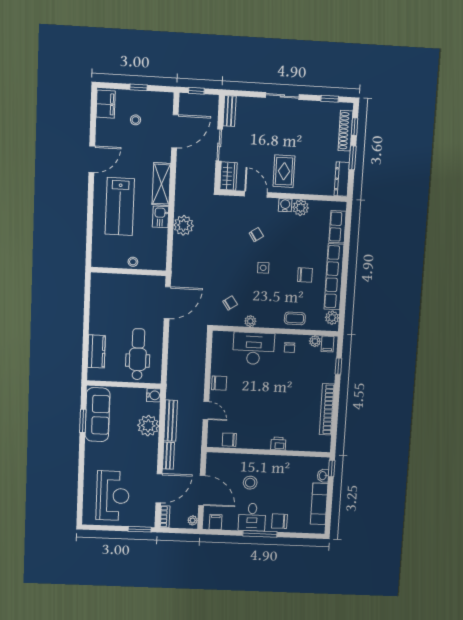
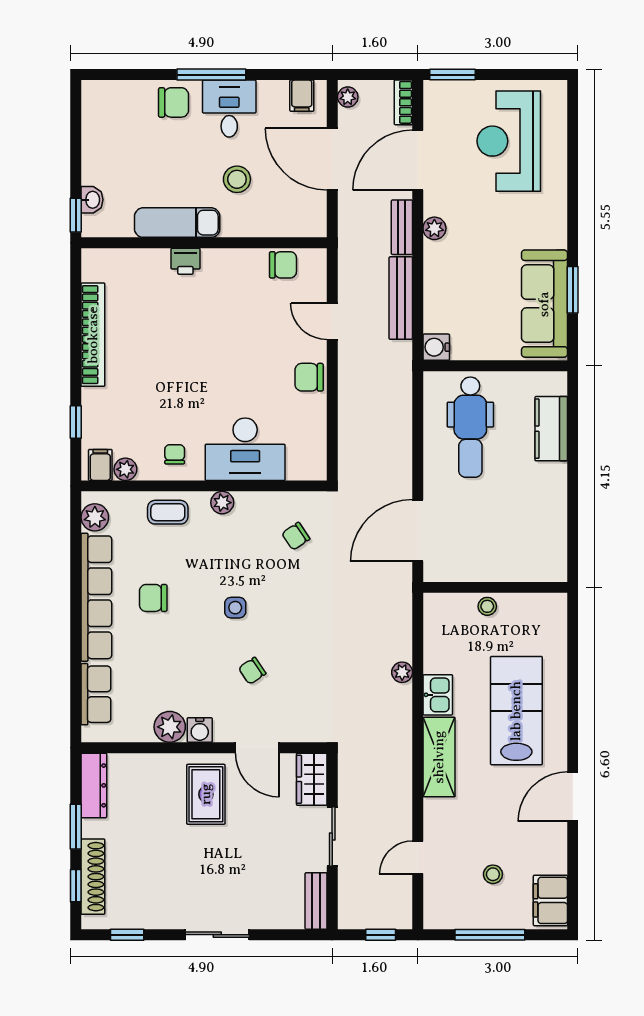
window: (138, 87) -> (490, 935), width x2.17
door: (175, 131) -> (418, 857), width x0.53
plant: (184, 225) -> (402, 672), width x0.53, depth x0.53
plant: (250, 321) -> (222, 503), moved
plant: (148, 426) -> (434, 228), moved, width x0.53, depth x0.53
exam couch: (319, 504) -> (177, 223), moved, turned -90

